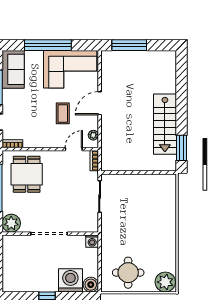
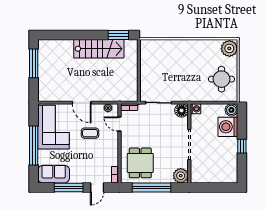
window: (129, 45) -> (34, 63), moved
dining table: (27, 174) -> (140, 163), turned 90
floor lamp: (90, 224) -> (182, 110), added

